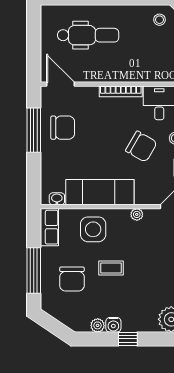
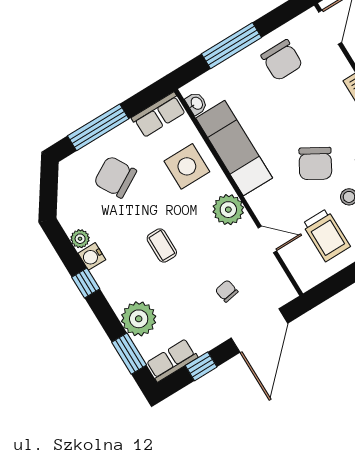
window: (34, 130) -> (231, 46), moved
plant: (137, 214) -> (228, 210), width x1.88, depth x1.88
coffee table: (111, 268) -> (162, 245), moved
chair: (72, 279) -> (115, 177), turned 60

